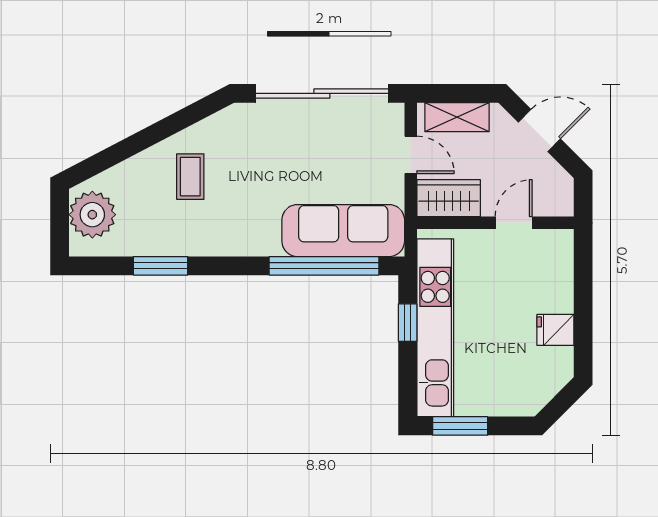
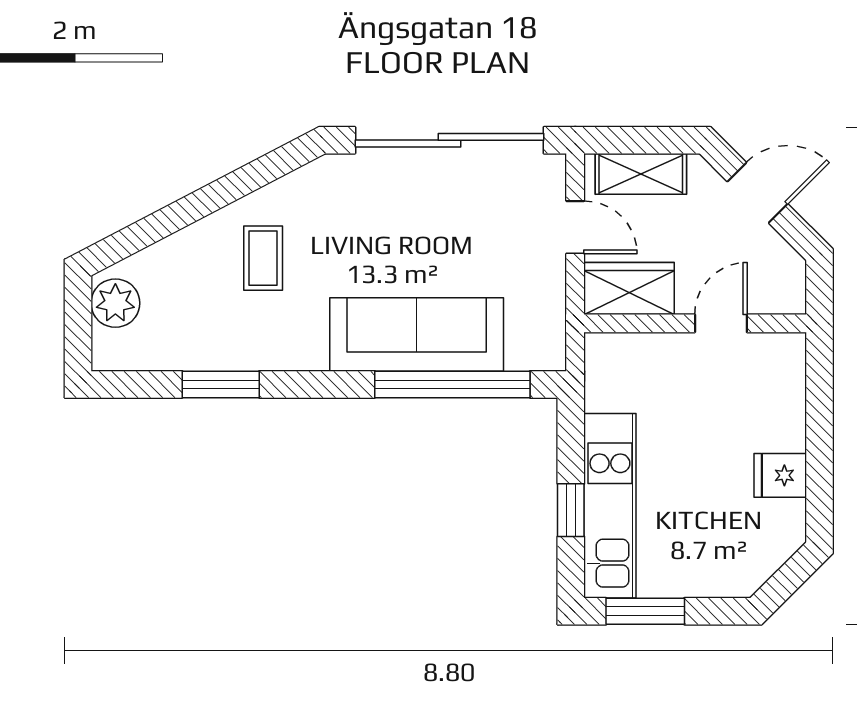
plant: (92, 215) -> (115, 303), width x0.73, depth x0.73
sofa: (343, 231) -> (417, 334), moved
window: (408, 323) -> (571, 510), moved
kitchen unit: (435, 328) -> (610, 506), width x0.73

